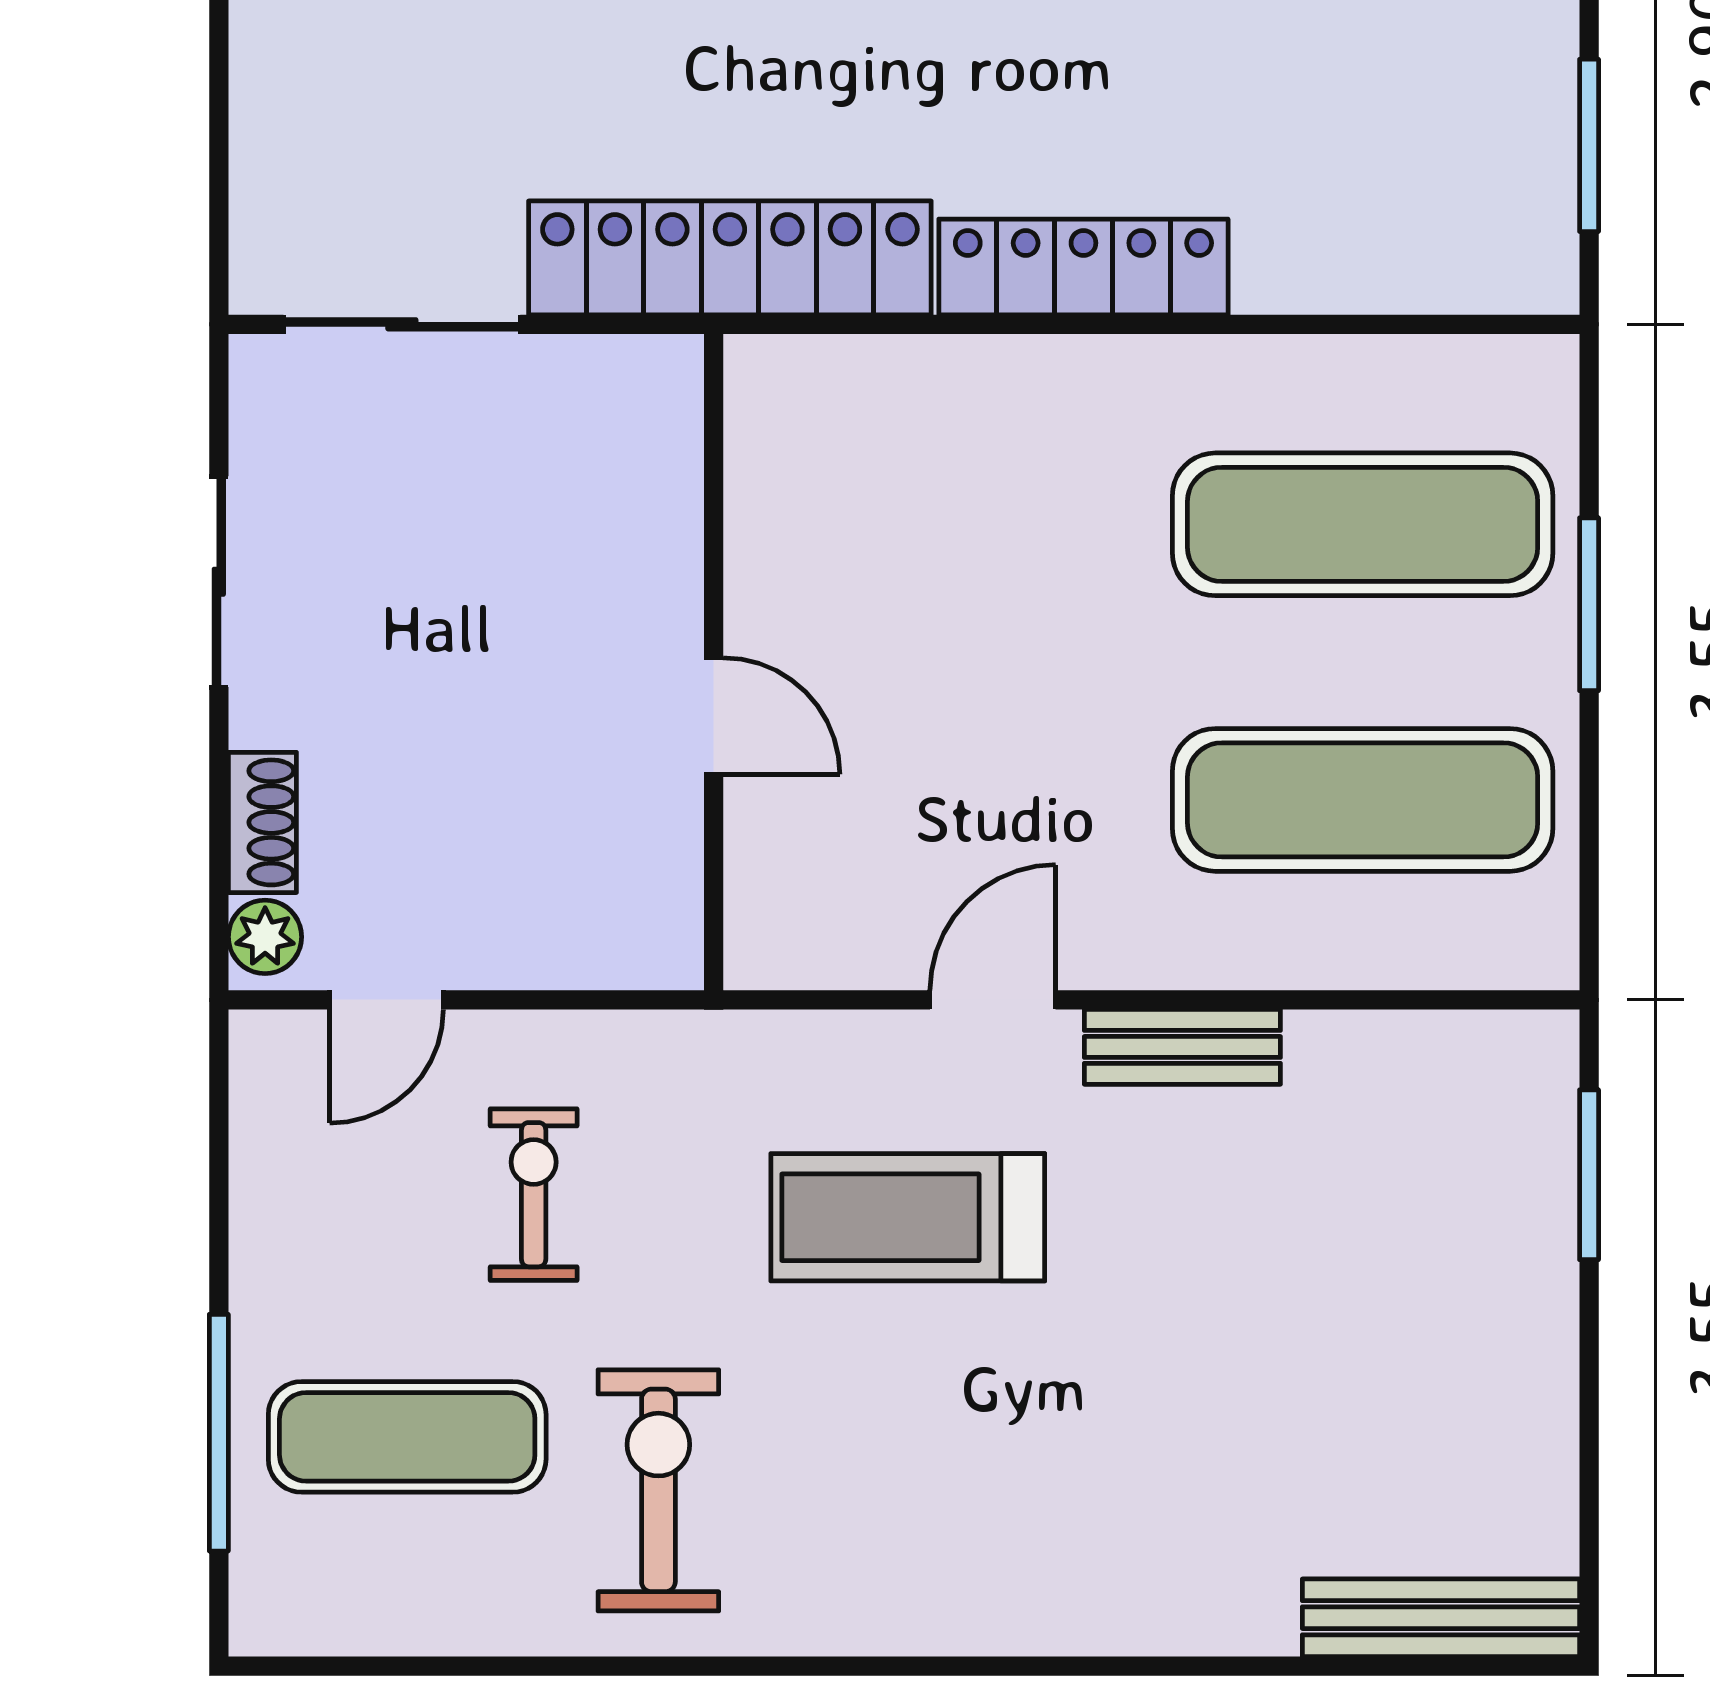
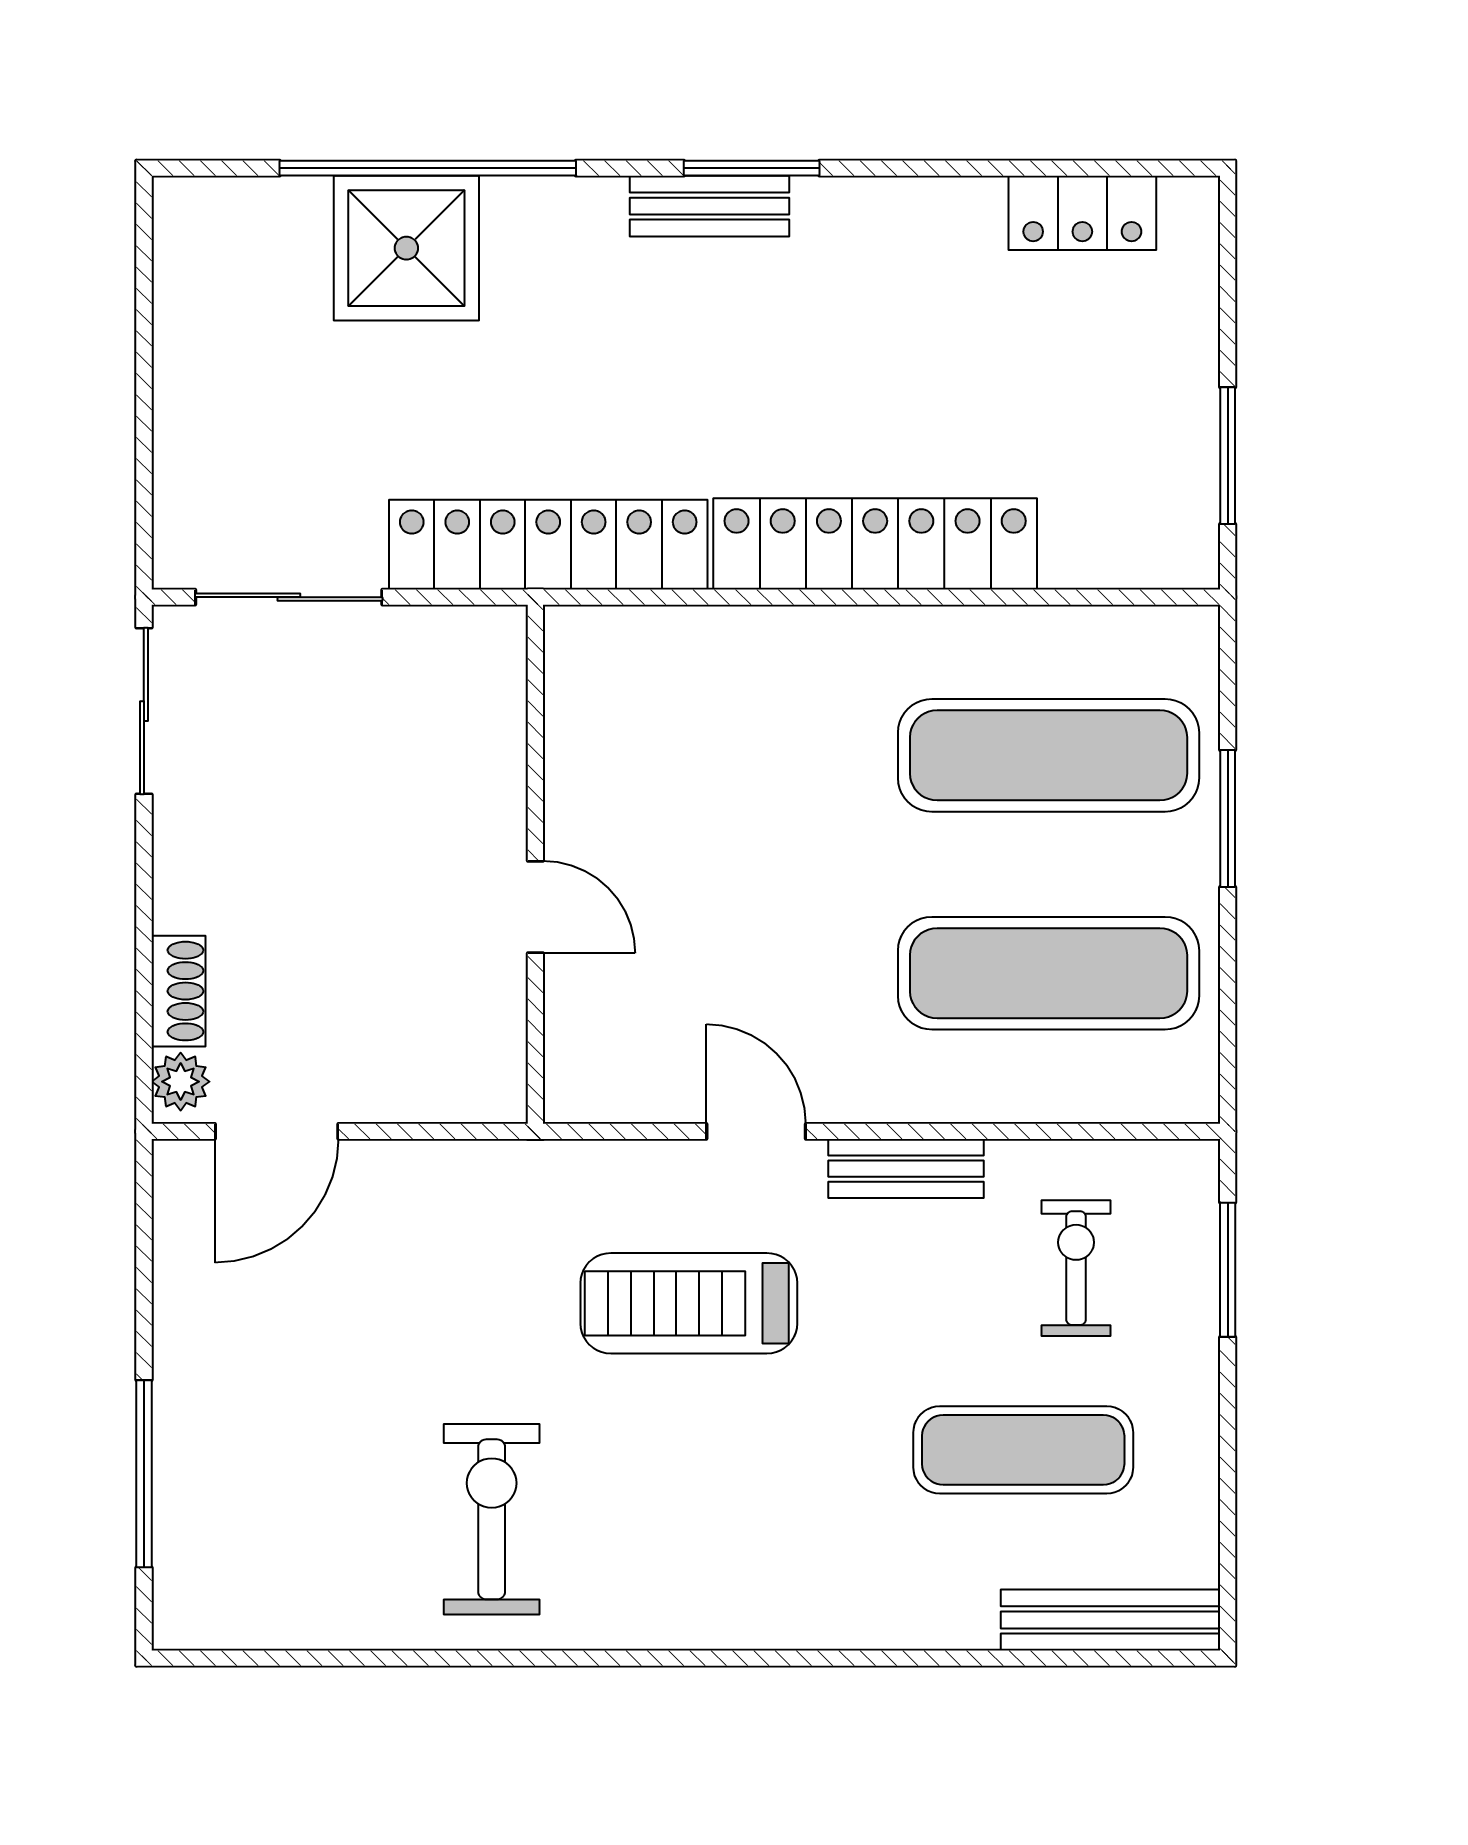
locker: (1083, 267) -> (875, 544), width x1.41, depth x1.21
sliding door: (219, 582) -> (144, 711), moved
door: (386, 1000) -> (277, 1131), width x1.38
door: (993, 1000) -> (756, 1131), hinge flipped
exercise bike: (534, 1195) -> (1076, 1268), moved
exercise mat: (407, 1437) -> (1023, 1450), moved

